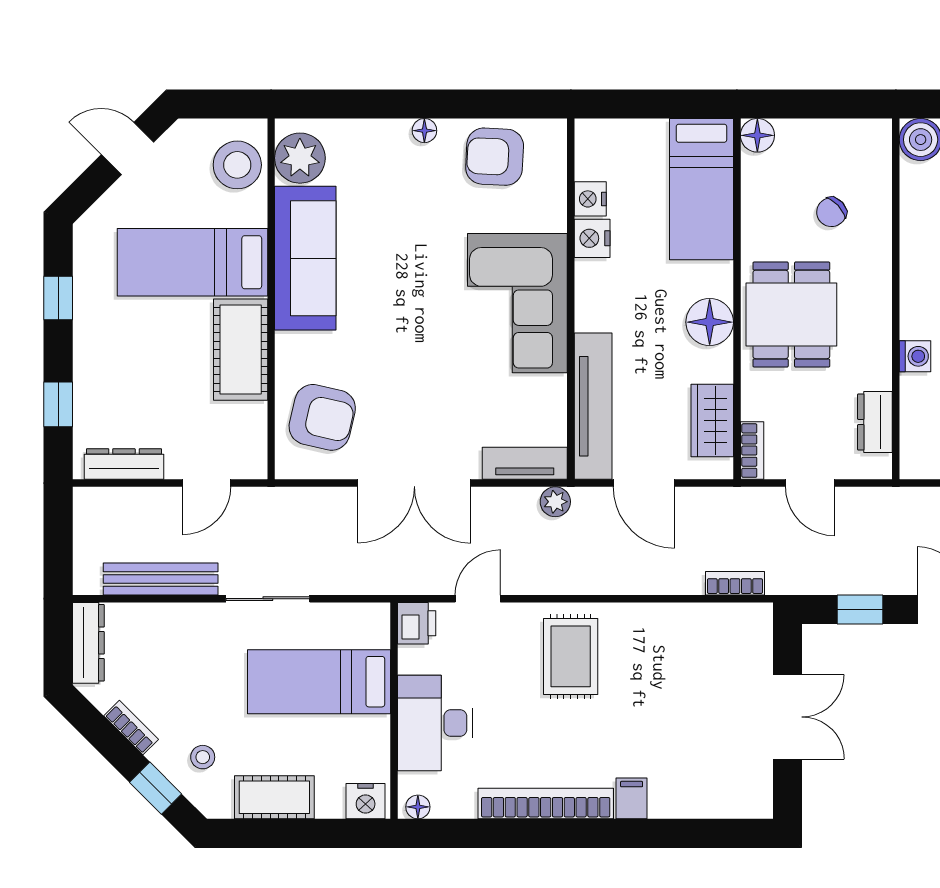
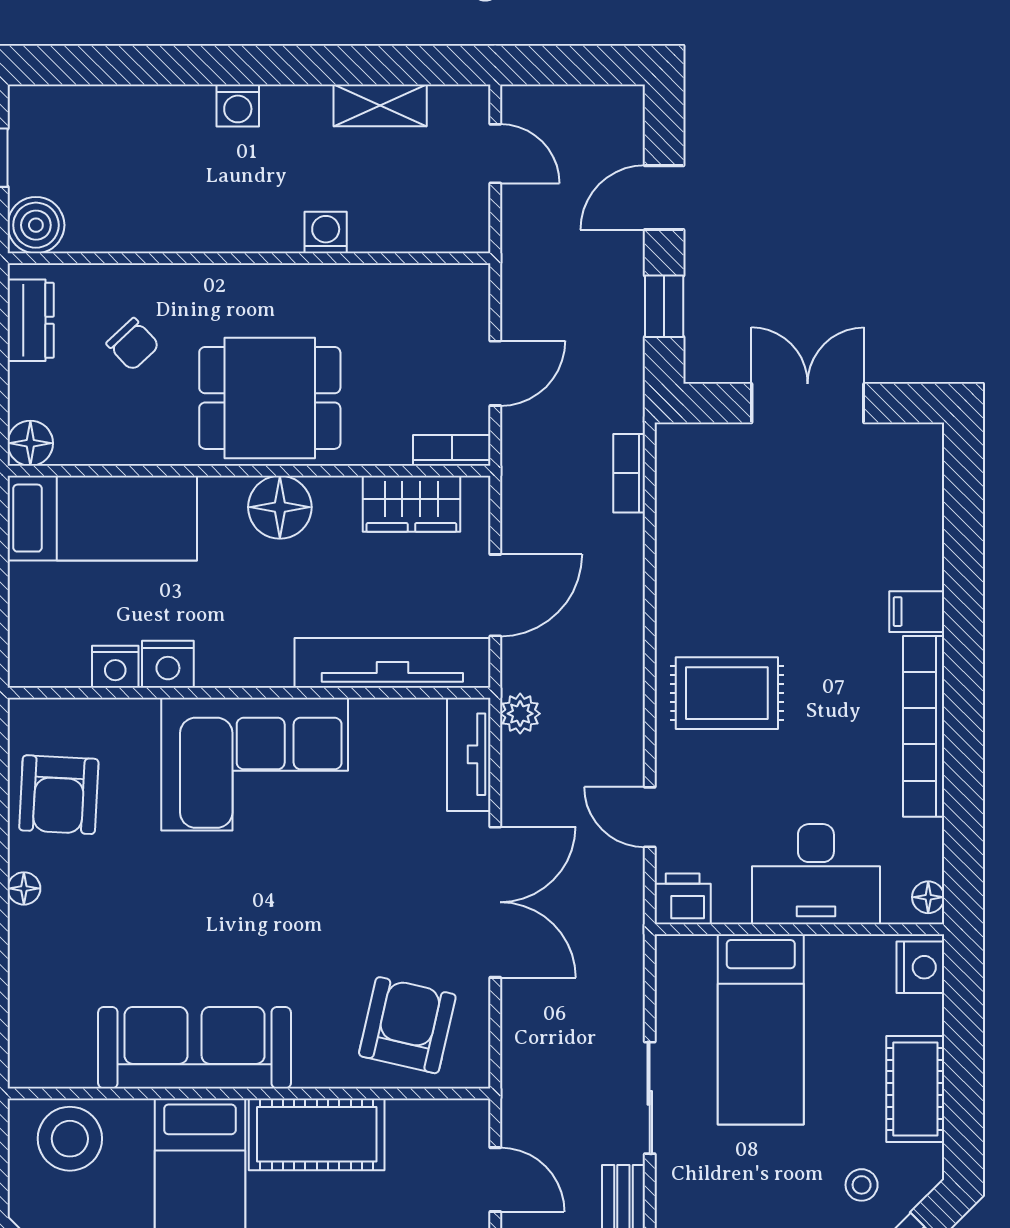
plant: (300, 158) -> (61, 1055), removed
dresser: (875, 422) -> (31, 320), moved, turned -90

